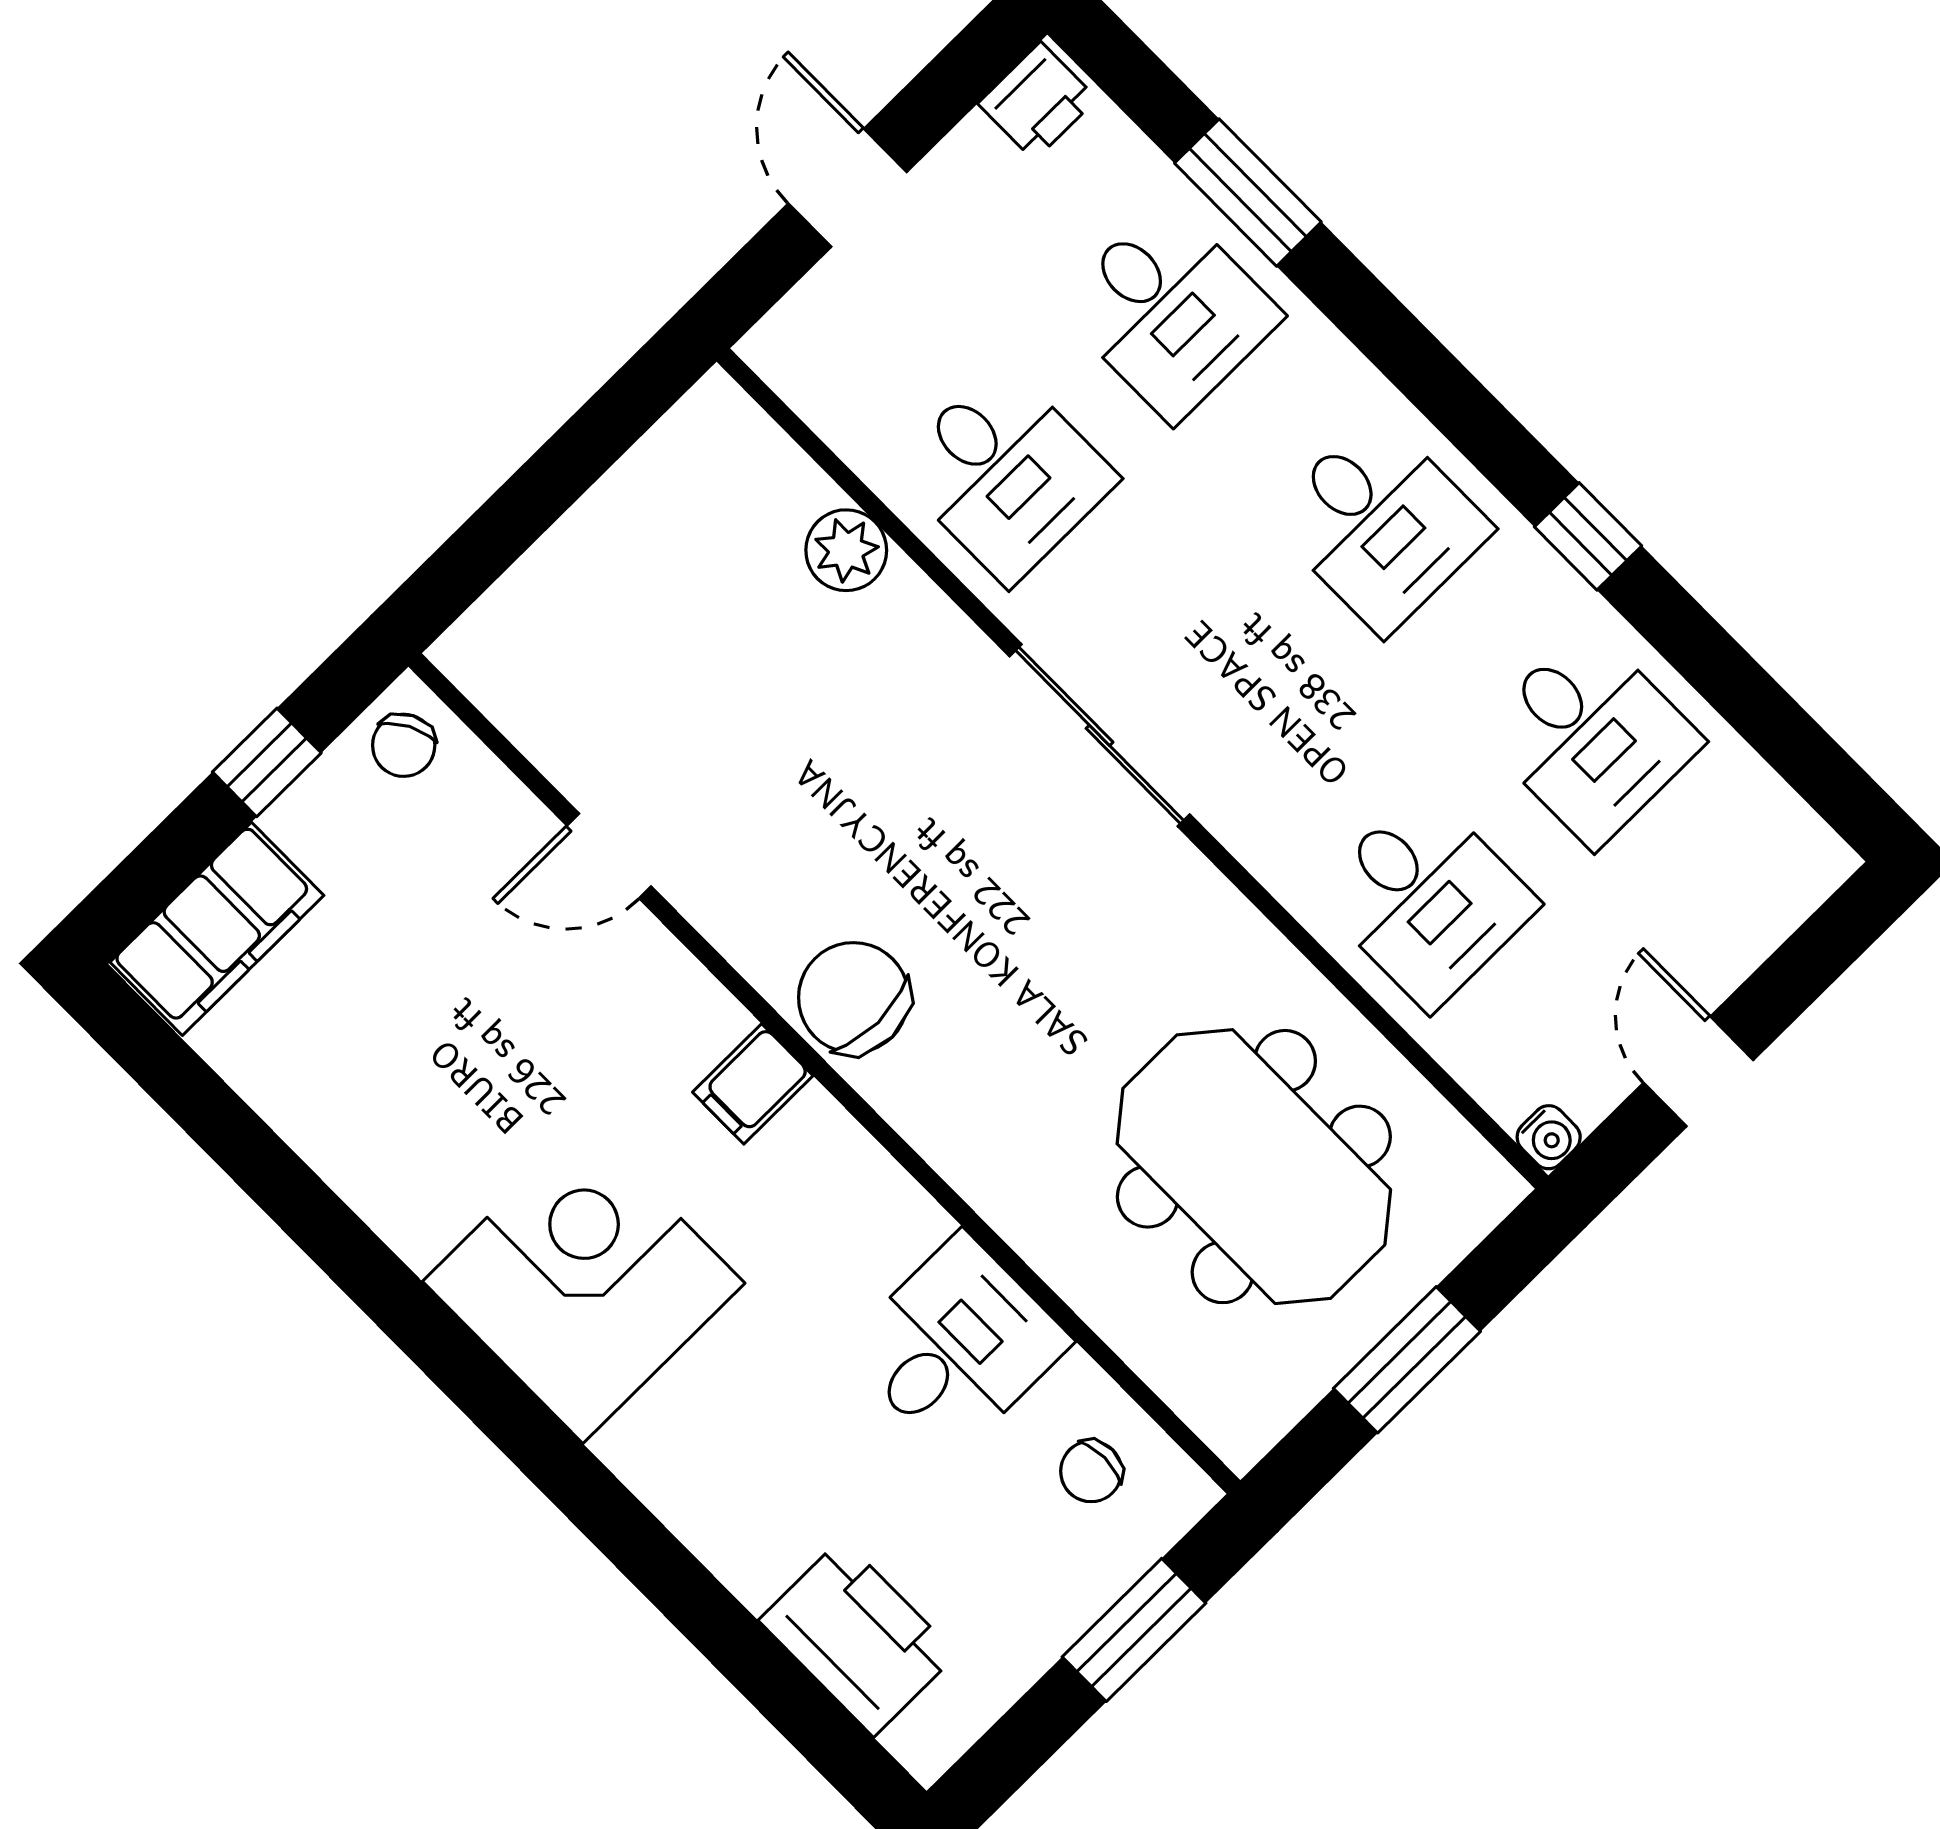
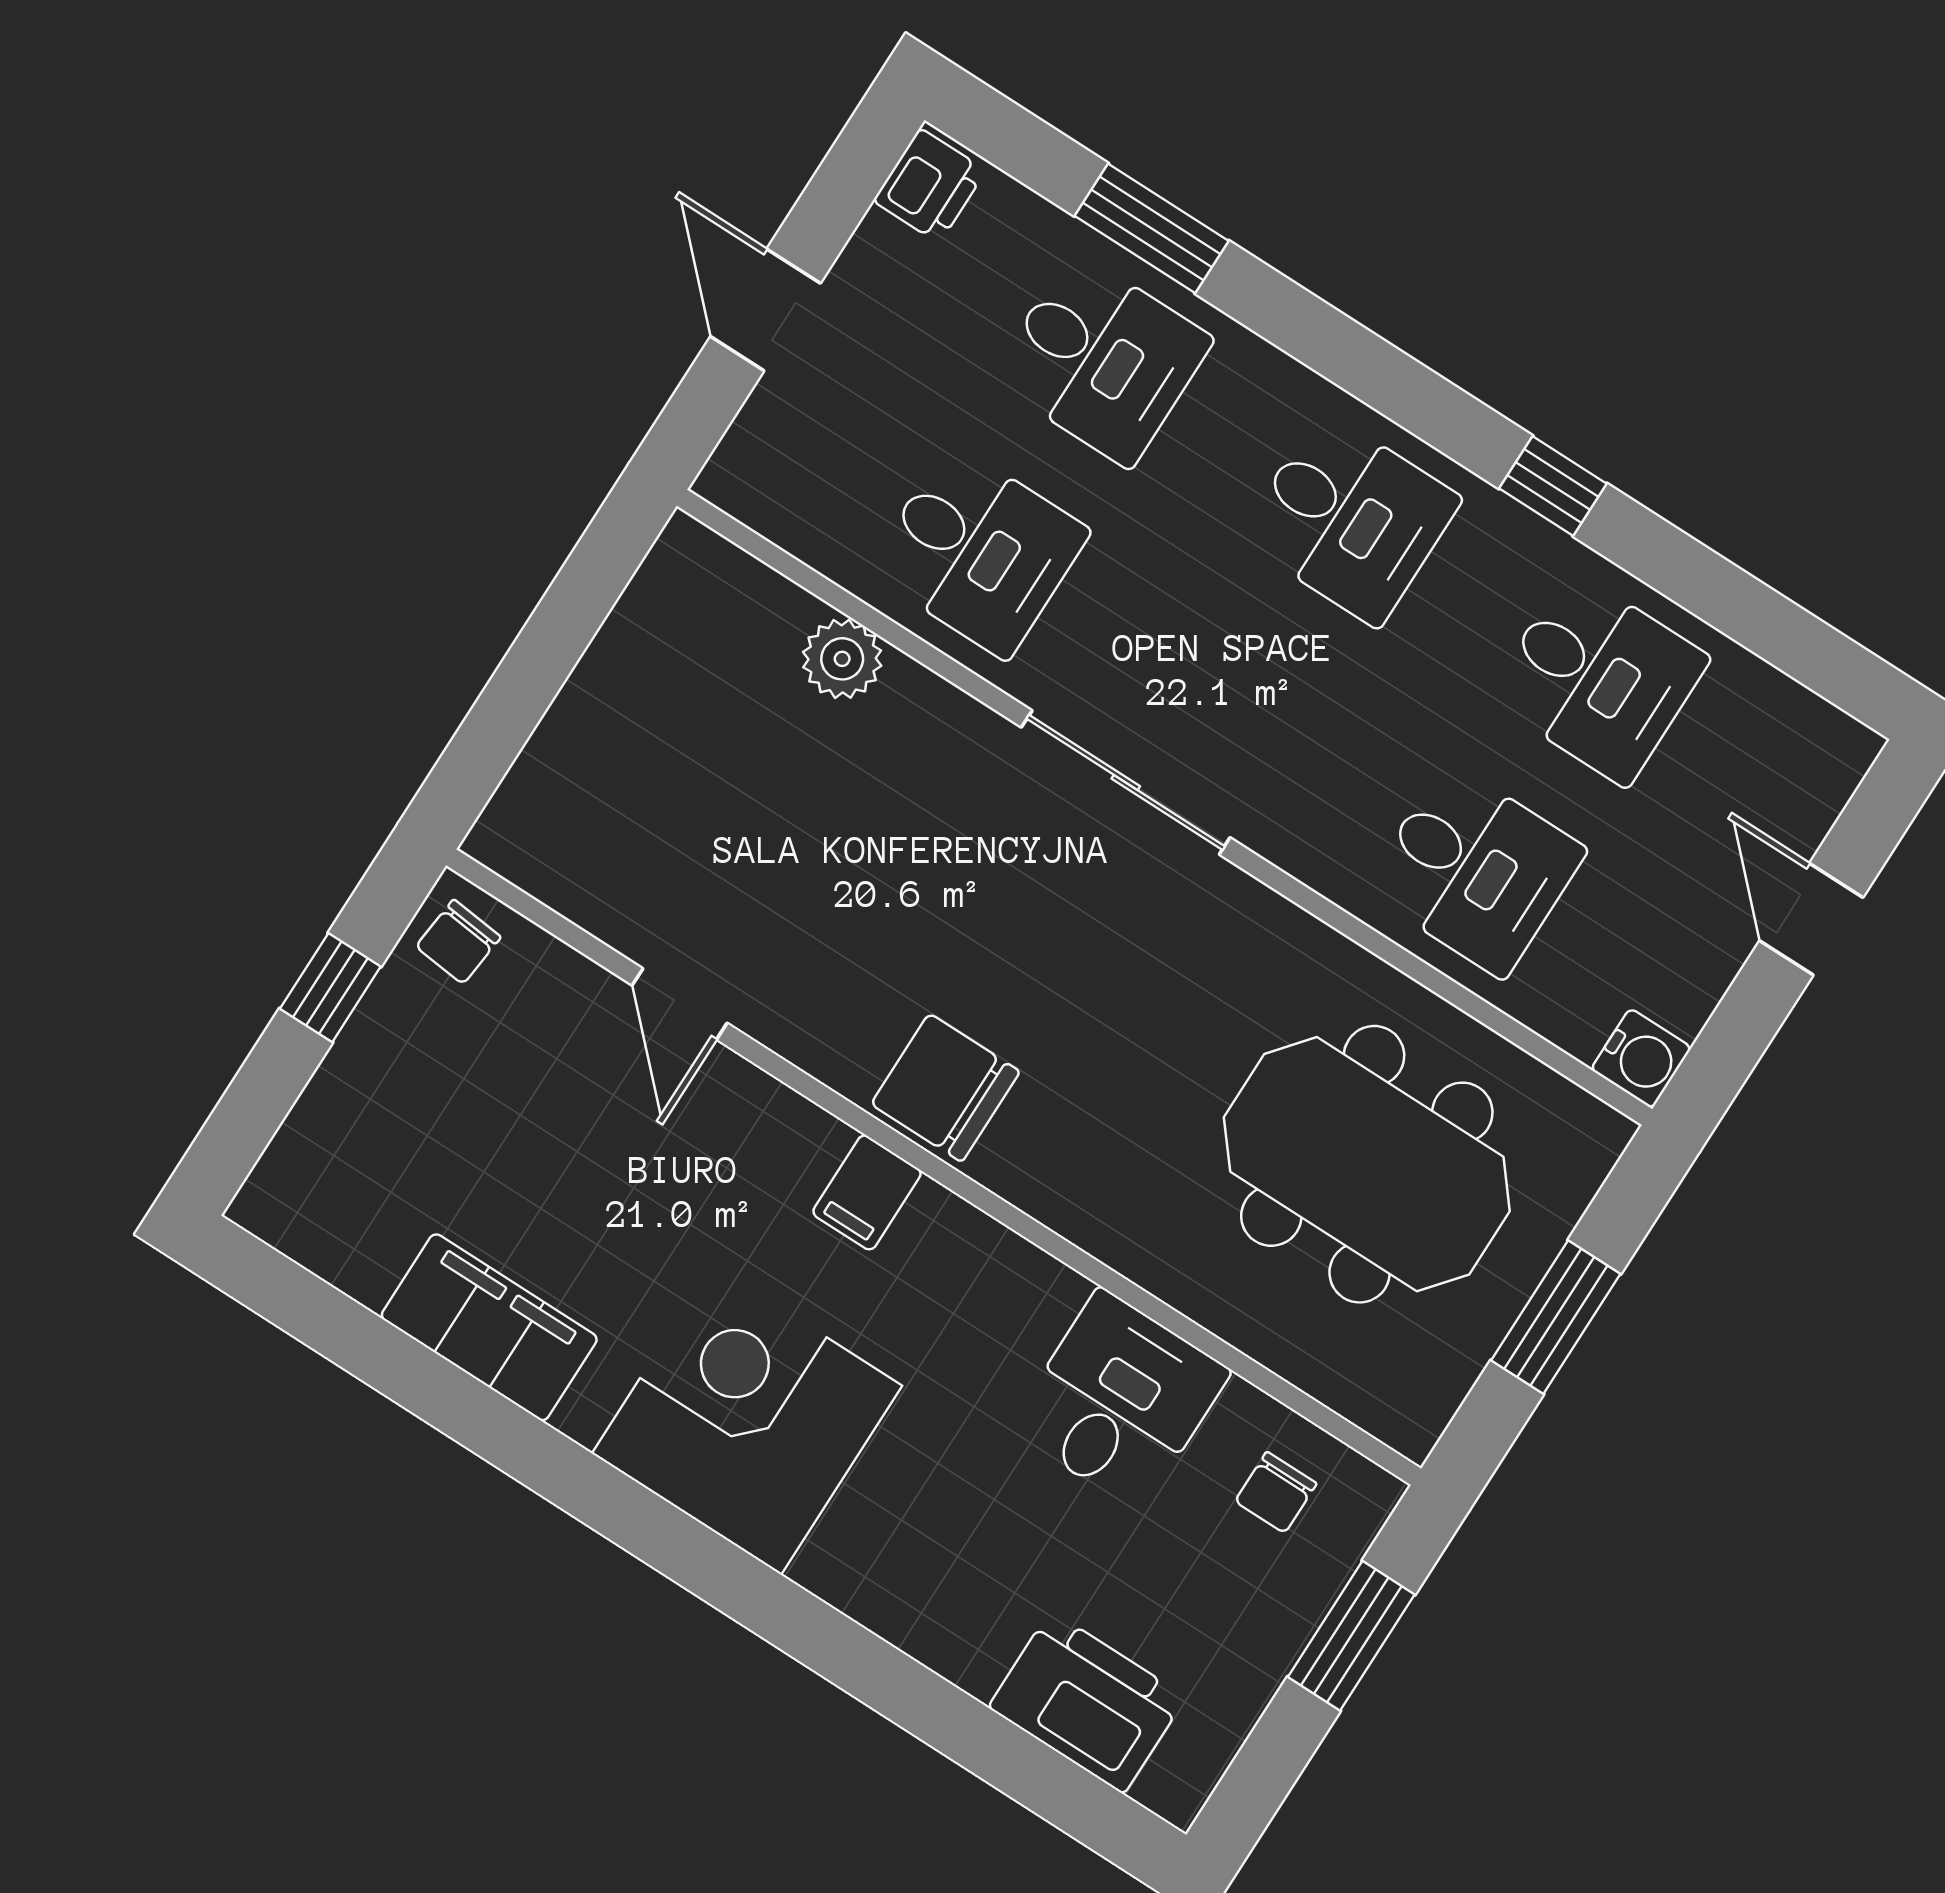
chair: (404, 745) -> (458, 942), turned 34
door: (609, 856) -> (680, 1004), hinge flipped
filing cabinet: (217, 929) -> (489, 1327), moved, turned -90
door: (1698, 1071) -> (1811, 919), moved
water cooler: (1549, 1137) -> (1641, 1058), width x1.38, depth x1.38

